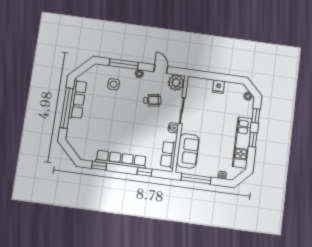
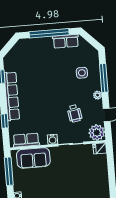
fridge: (219, 87) -> (100, 148), moved
row of seats: (78, 99) -> (66, 41), width x0.68

